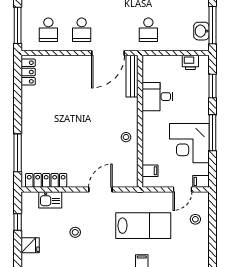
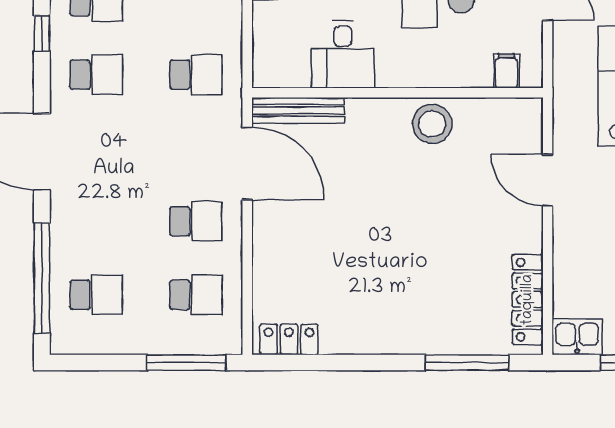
stool: (126, 137) -> (432, 124), width x1.89, depth x1.89
kitchen sink: (50, 200) -> (577, 337), moved, turned -90

